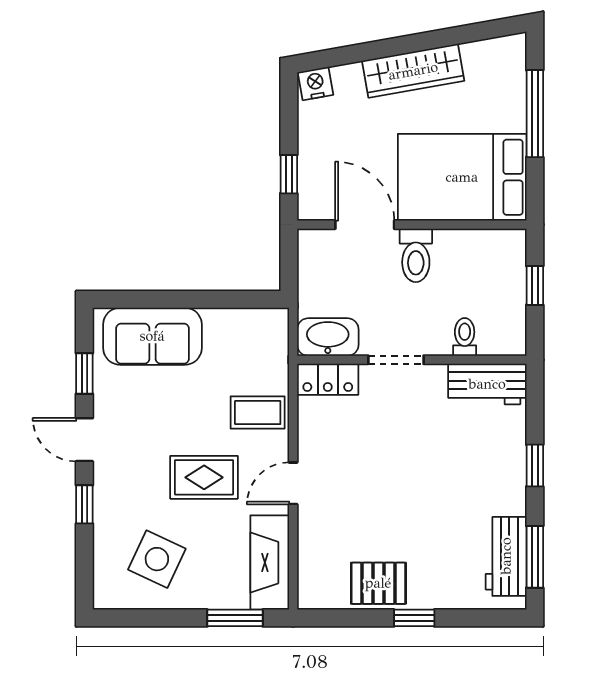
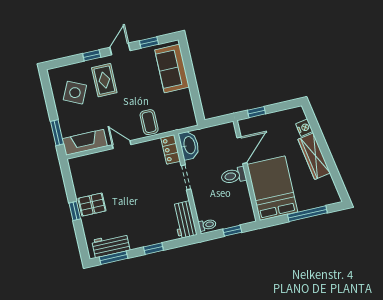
nightstand: (316, 83) -> (304, 128), moved
toilet: (465, 337) -> (207, 225), moved
rug: (204, 477) -> (104, 80), moved
pallet: (378, 583) -> (92, 205), moved, turned 90

